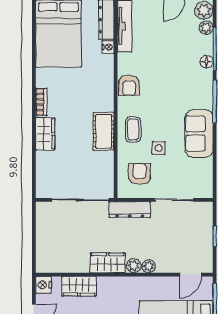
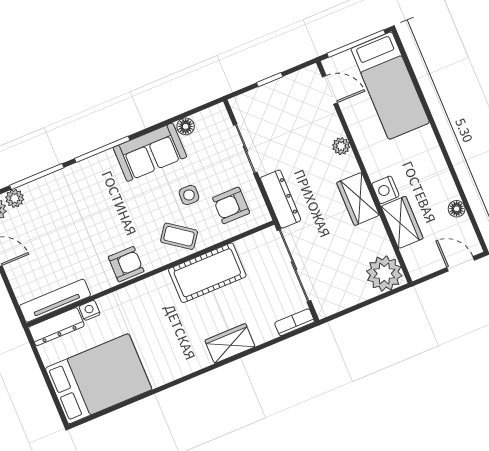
floor lamp: (207, 62) -> (186, 126), moved
bookcase: (41, 102) -> (295, 322), moved
coffee table: (133, 129) -> (179, 236), turned 36
cot: (104, 131) -> (207, 273), width x1.37, depth x1.34
plant: (134, 266) -> (384, 274), moved, width x1.87, depth x1.87
nightstand: (44, 285) -> (385, 190), moved, turned 90

